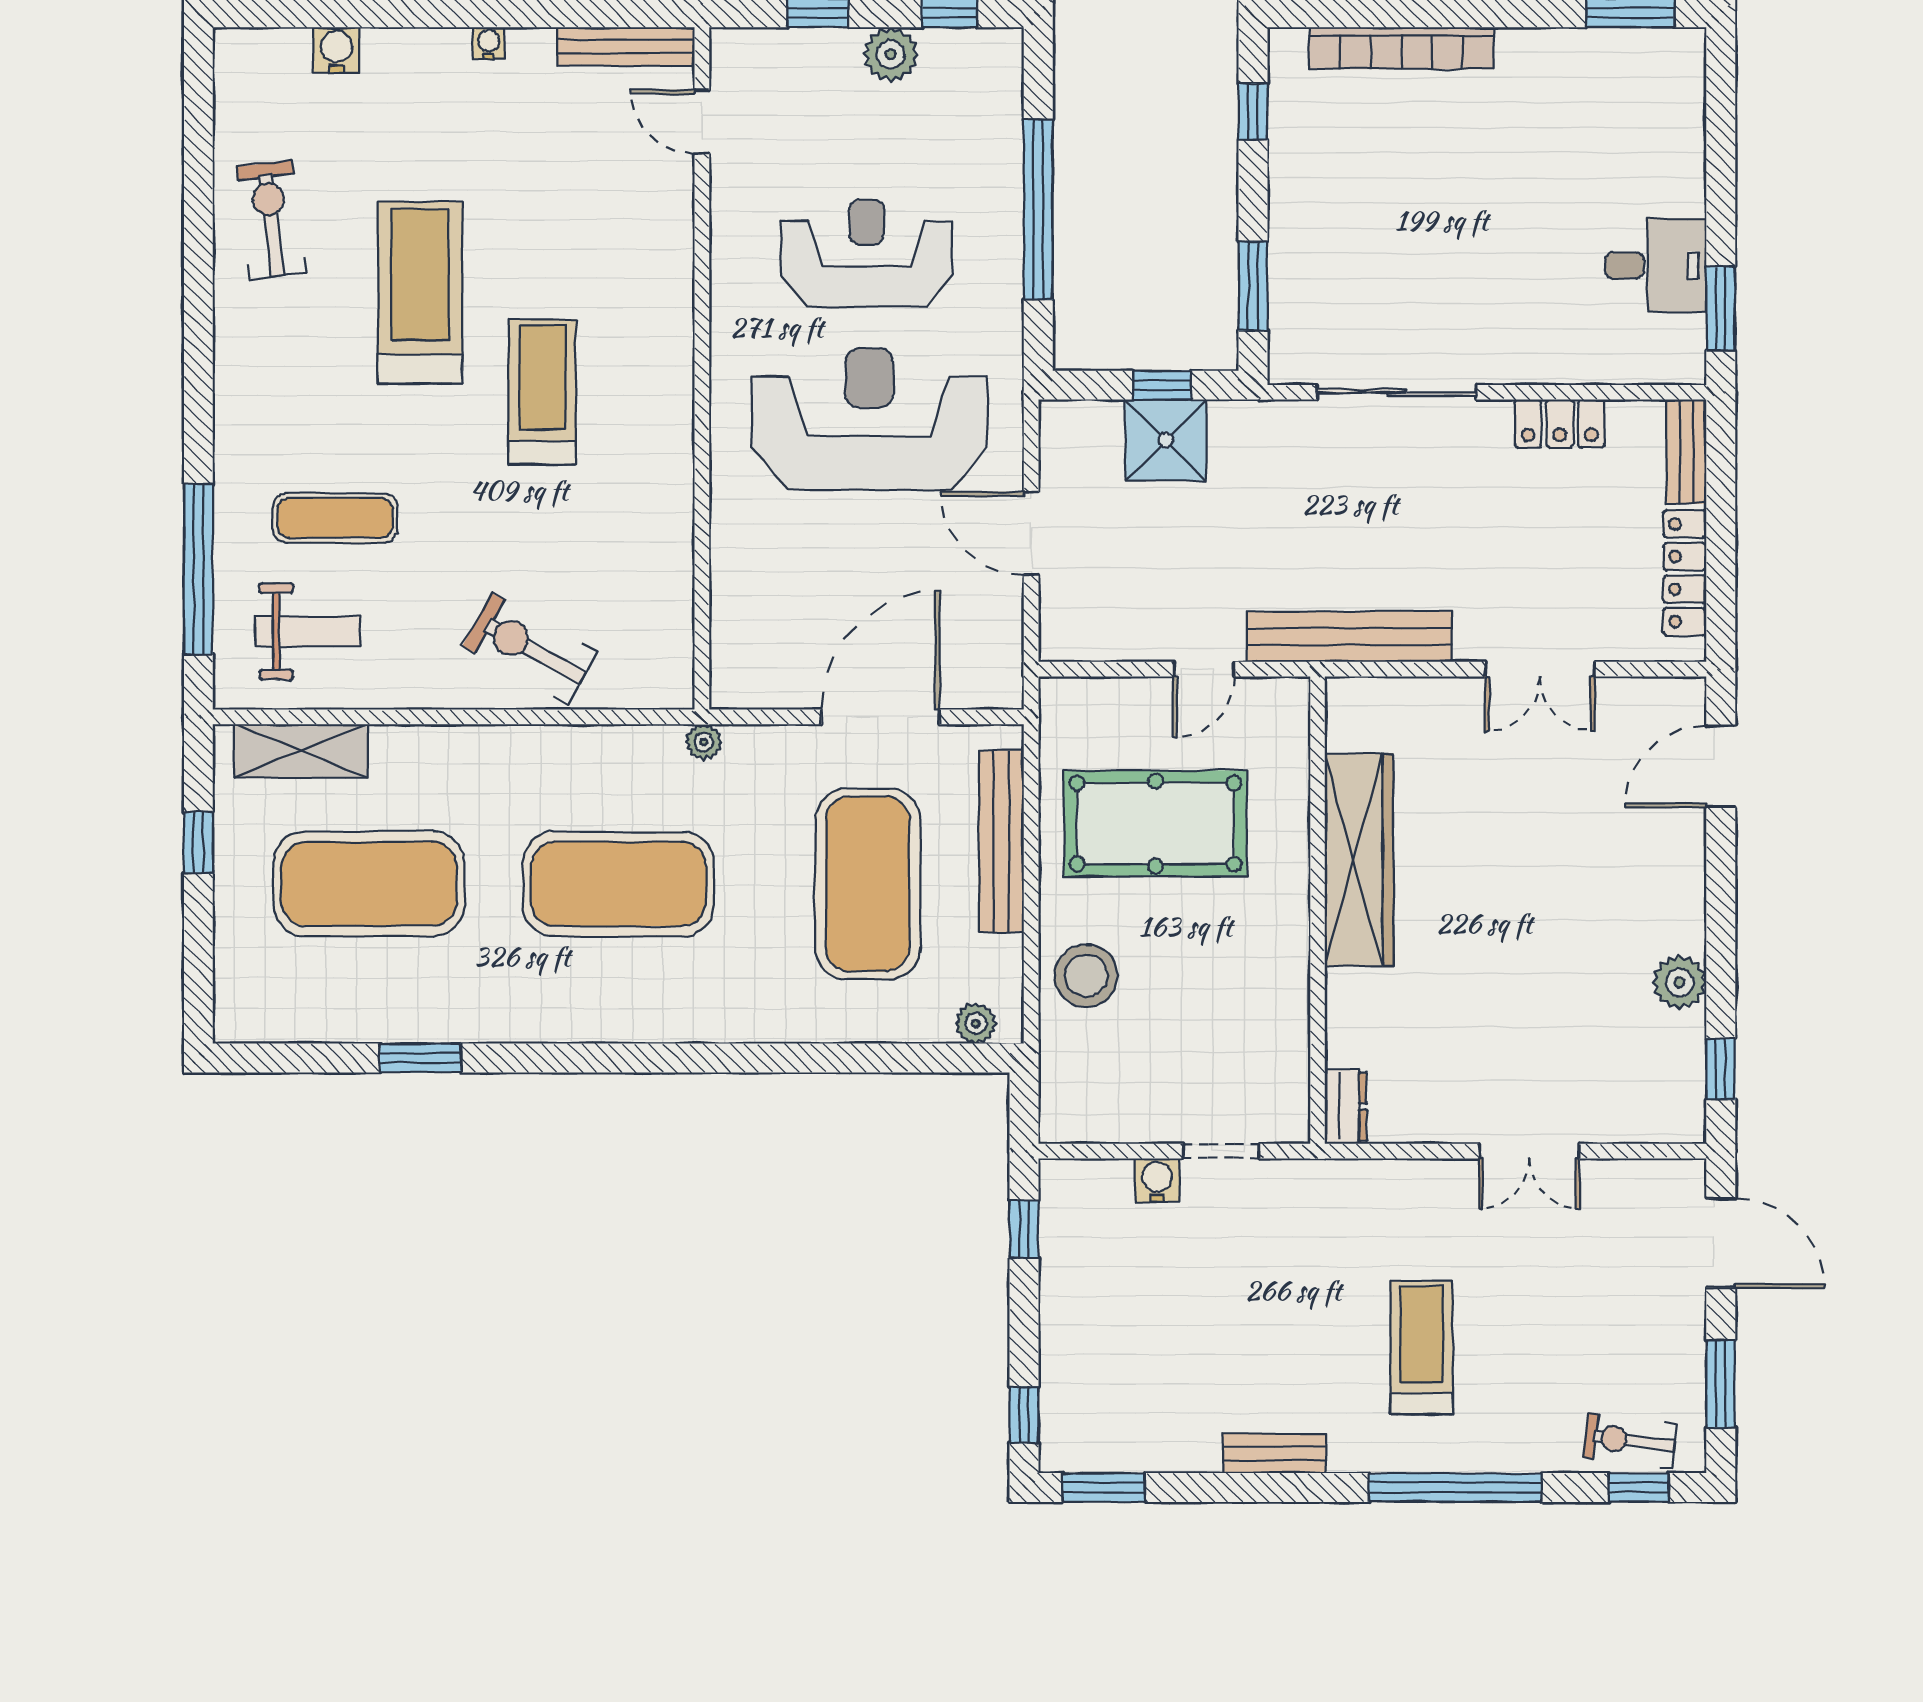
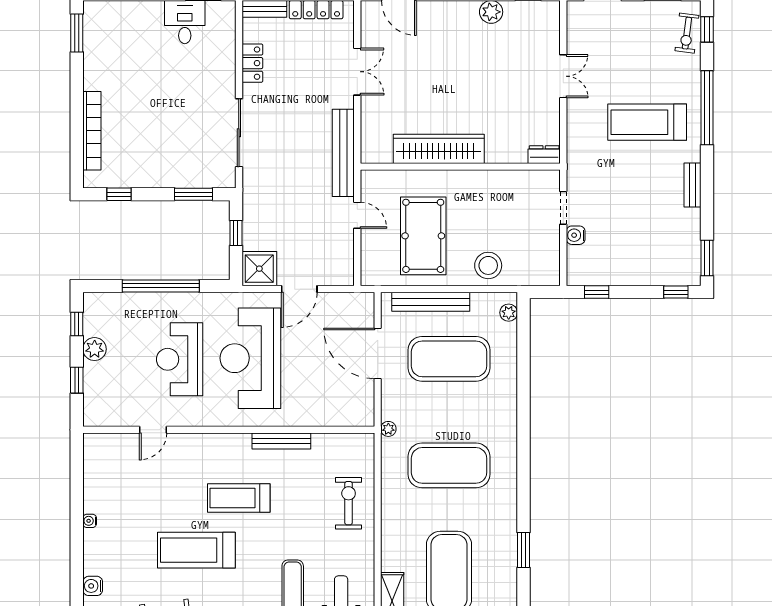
bench: (626, 46) -> (281, 441), moved, turned 90
door: (702, 122) -> (153, 430), moved
shower: (1166, 440) -> (259, 269), moved
exercise bike: (530, 649) -> (349, 503), turned 151
exercise mat: (618, 884) -> (449, 465), turned 90
treadmill: (1422, 1347) -> (647, 122), width x1.37, depth x1.38

